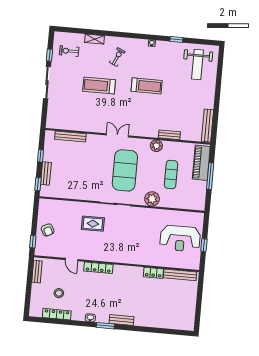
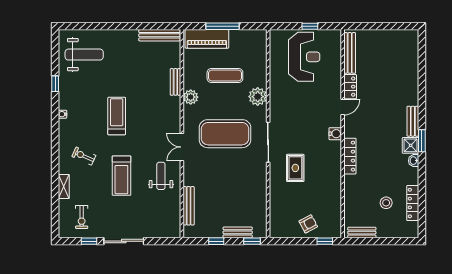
weight bench: (96, 117) -> (161, 176), added
water cooler: (117, 258) -> (335, 134), added
door: (72, 260) -> (343, 107), moved
shower: (103, 316) -> (411, 145), added

